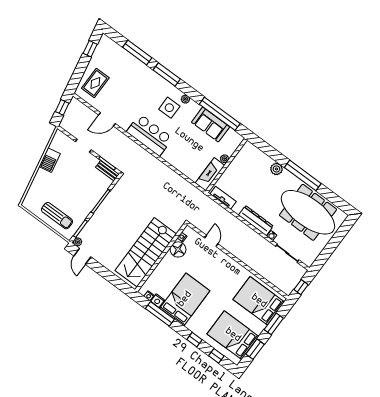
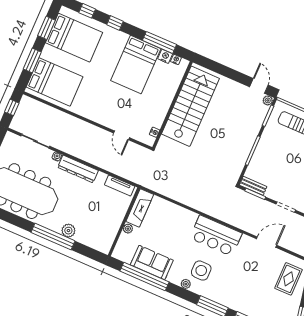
window: (303, 175) -> (53, 237), moved
floor lamp: (178, 249) -> (156, 118), removed

